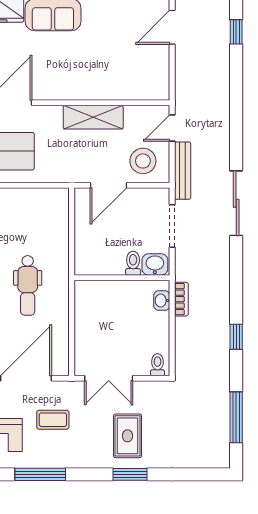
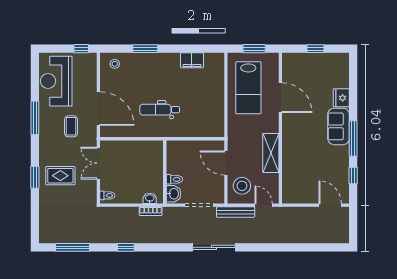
window: (236, 32) -> (327, 247), removed

